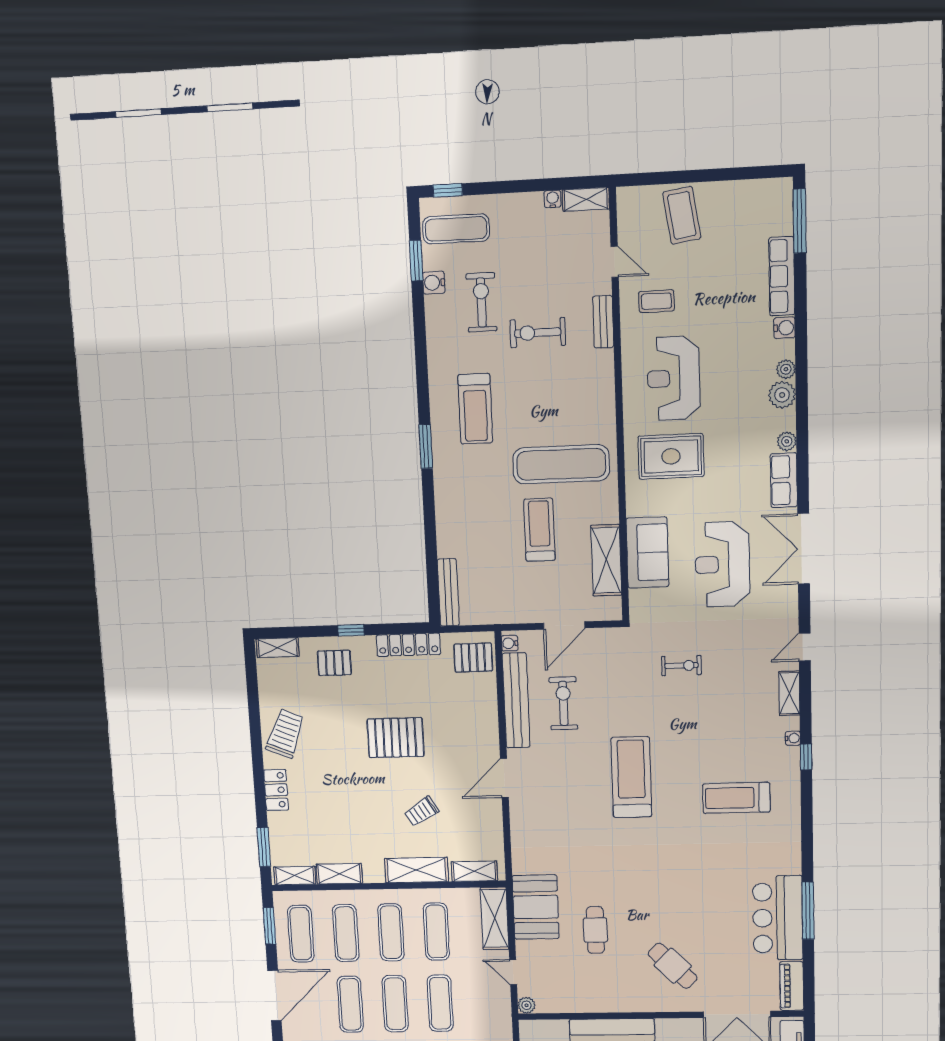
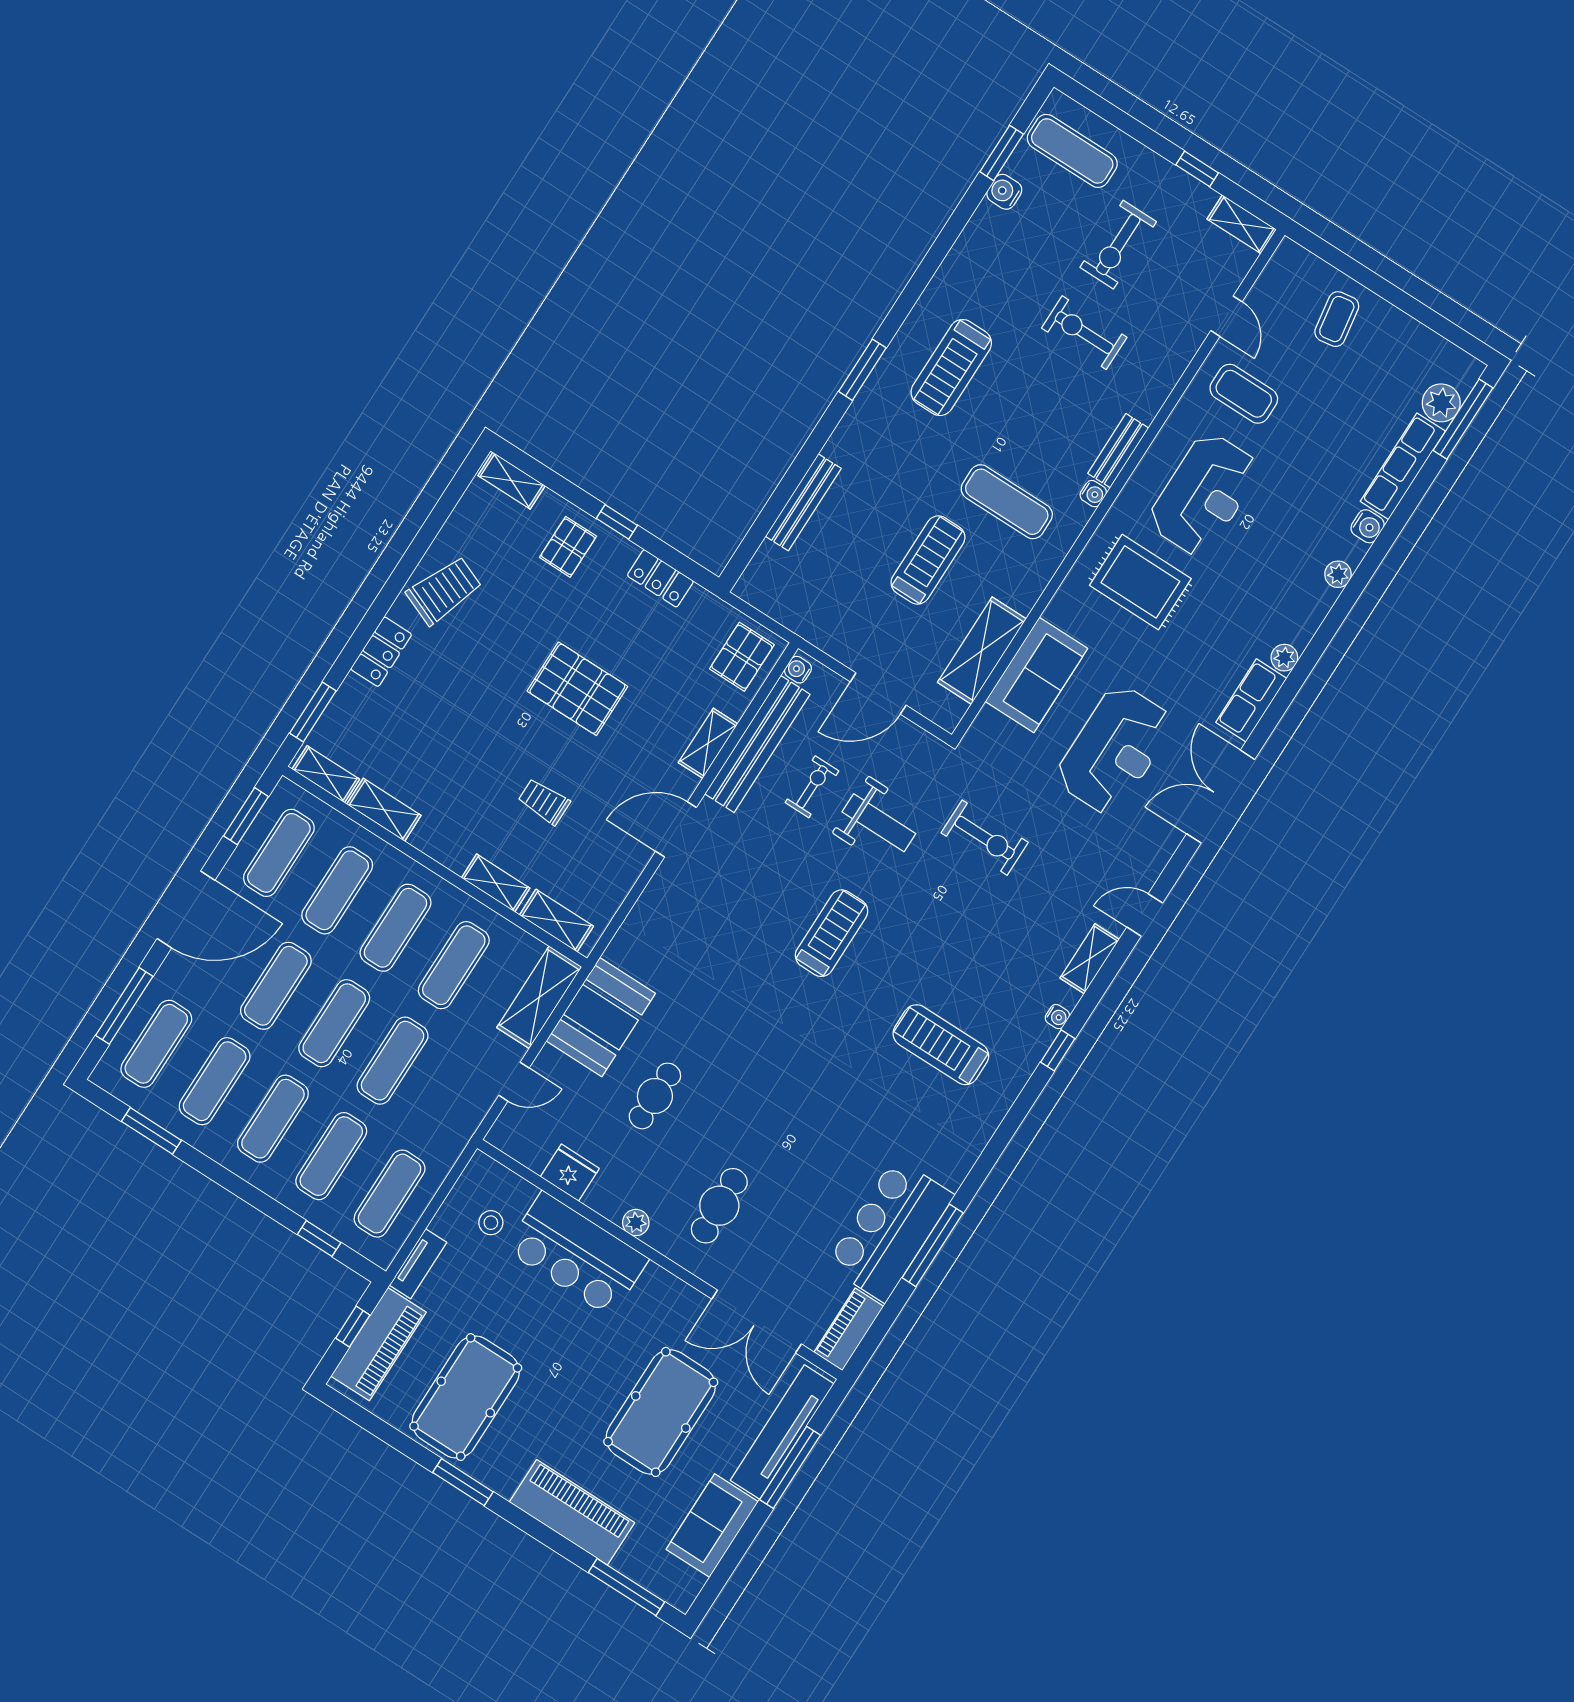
window: (448, 190) -> (1197, 169), moved
water cooler: (553, 199) -> (1093, 494), moved, turned 90
coffee table: (682, 215) -> (1337, 319), width x0.73, depth x0.77
coffee table: (656, 301) -> (1244, 394), width x1.36, depth x1.30
exercise bike: (481, 302) -> (1118, 245), moved, turned 180
bench: (603, 322) -> (1118, 451), moved
reception desk: (673, 378) -> (1204, 494), turned 180
plant: (782, 395) -> (1441, 403), moved
exercise mat: (561, 464) -> (1007, 502), width x0.73, depth x0.69
reception desk: (722, 564) -> (1114, 750), turned 180
bench: (448, 592) -> (803, 502), moved
locker: (408, 645) -> (660, 578), width x0.66
pallet: (473, 658) -> (742, 657), turned 90
pallet: (334, 663) -> (568, 547), turned 90
exercise bike: (681, 666) -> (985, 838), width x1.38, depth x1.39
weight bench: (615, 698) -> (879, 823), added
exercise bike: (563, 703) -> (812, 787), width x0.73, depth x0.72
shelving: (488, 719) -> (708, 743), added
treadmill: (631, 777) -> (832, 933), width x0.73, depth x0.73
trolley: (422, 811) -> (544, 802), turned 32
shelving: (416, 870) -> (496, 883), width x0.67, depth x0.75
cafe table: (673, 966) -> (719, 1206), turned 43
door: (513, 972) -> (514, 1082), swing flipped
fridge: (578, 1001) -> (570, 1173), added
plant: (527, 1005) -> (636, 1223), moved

